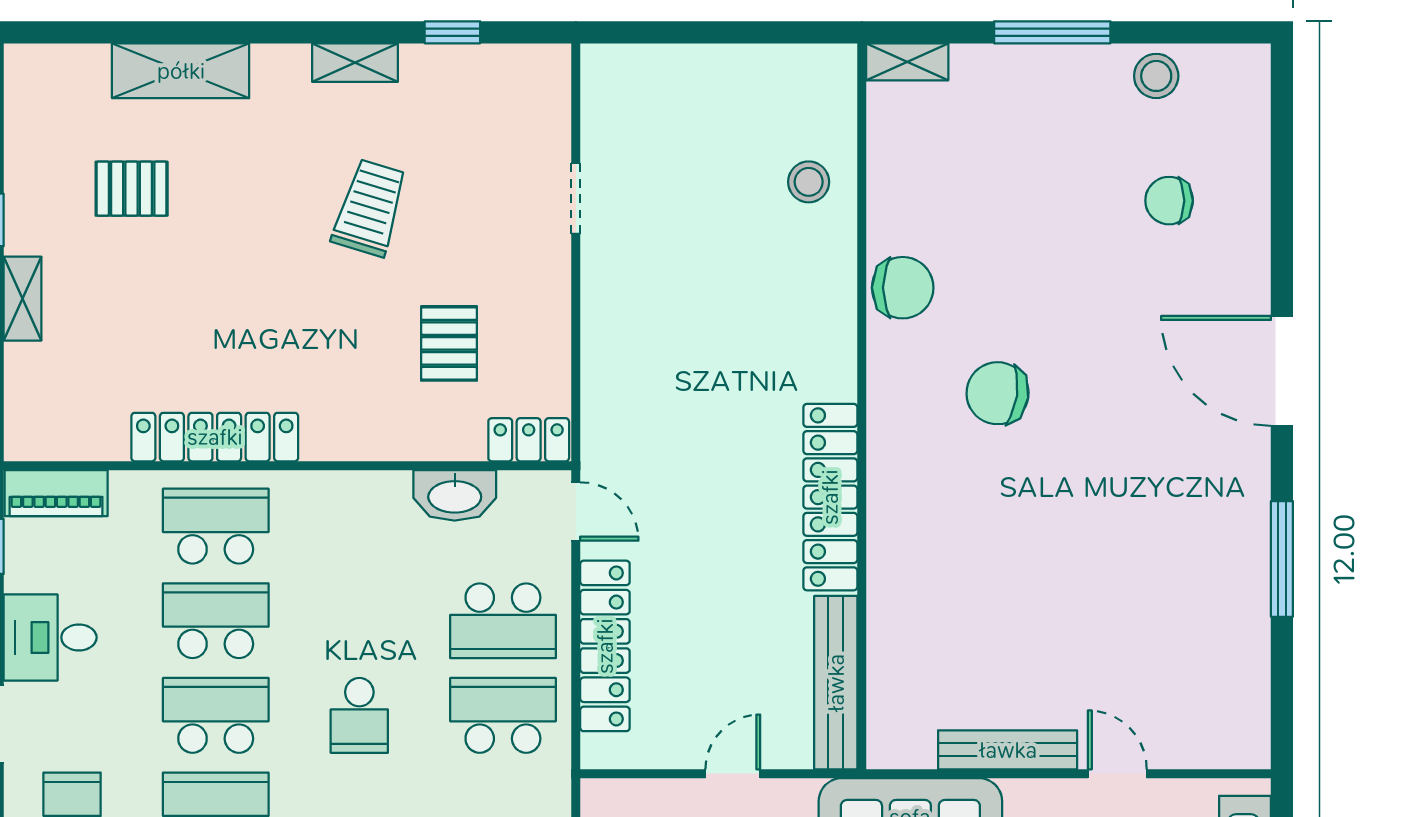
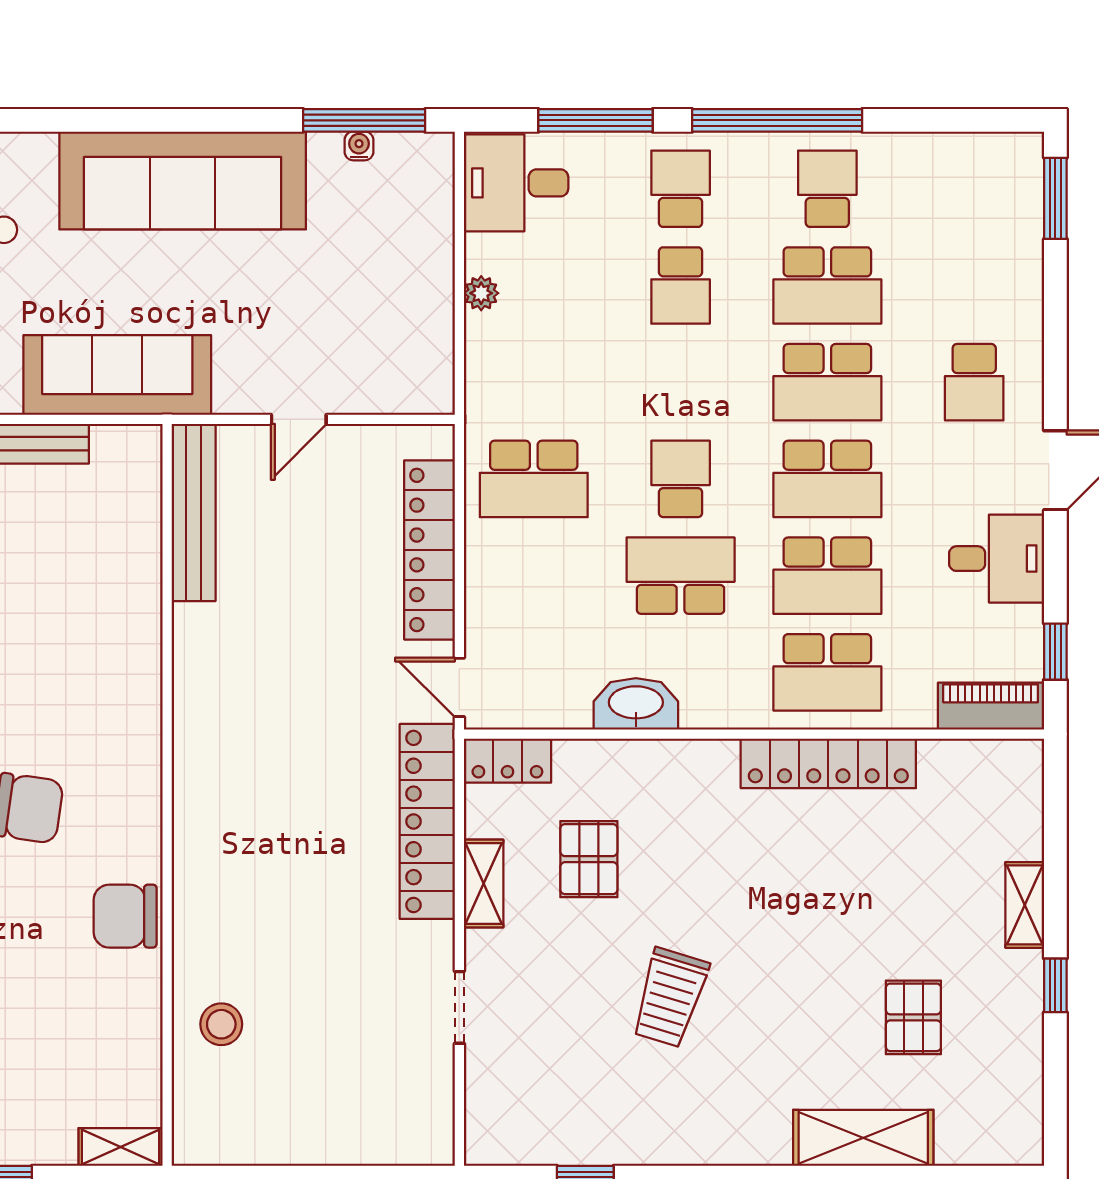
shelving: (355, 63) -> (484, 883), moved, turned 90
pallet: (132, 189) -> (913, 1017), turned 90
washbasin: (455, 495) -> (636, 704), moved
locker: (830, 497) -> (427, 821), moved, turned 180
school desk: (503, 621) -> (681, 576), moved

